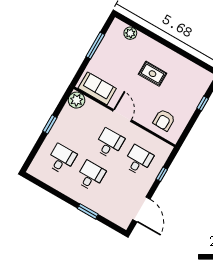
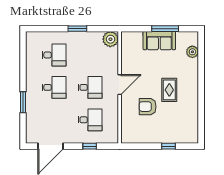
sofa: (97, 88) -> (159, 41), moved, turned 90
armchair: (164, 120) -> (148, 107), moved

